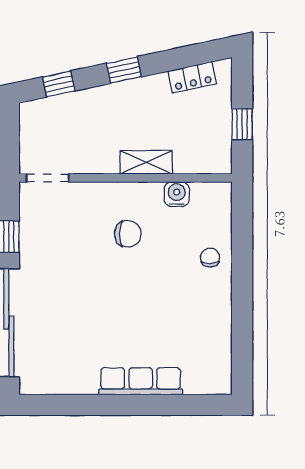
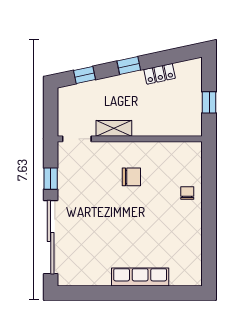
locker: (192, 77) -> (160, 74), moved
shelving: (146, 162) -> (114, 128), moved
water cooler: (177, 194) -> (165, 150), removed

